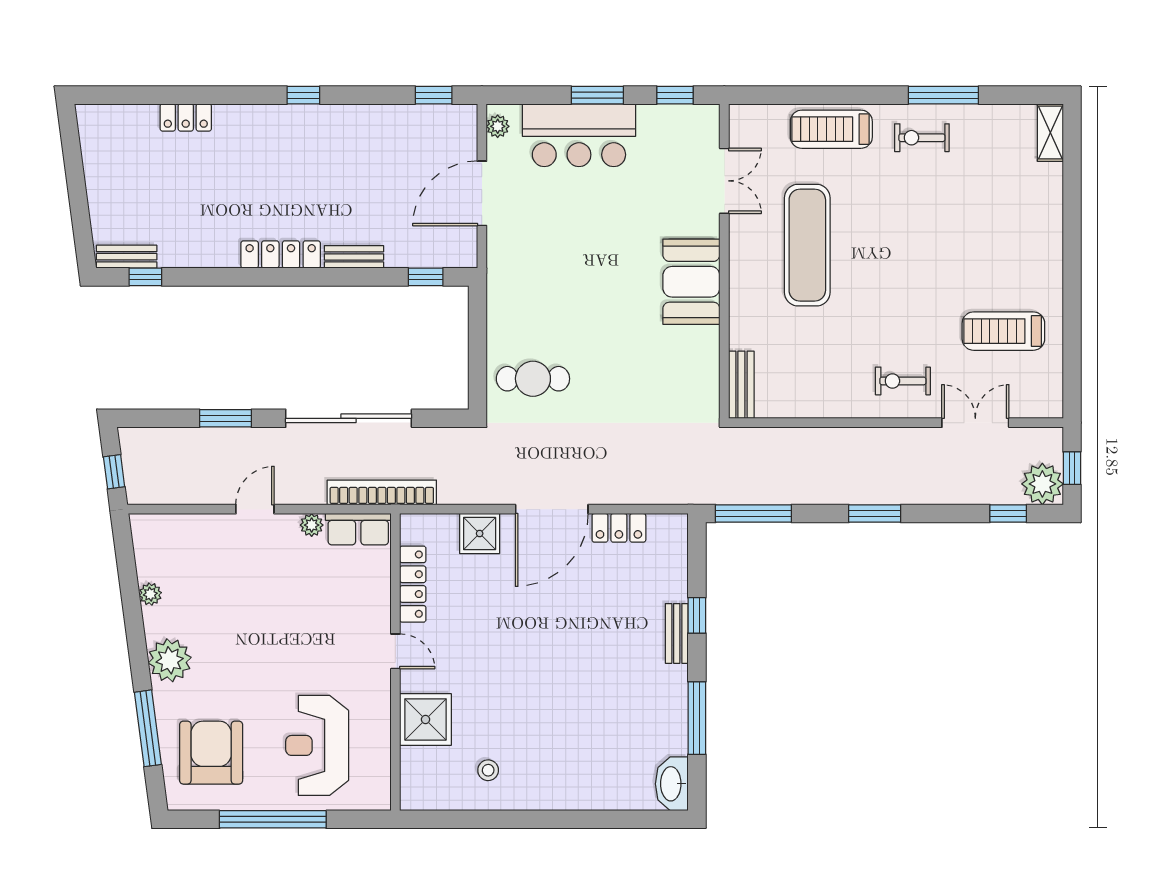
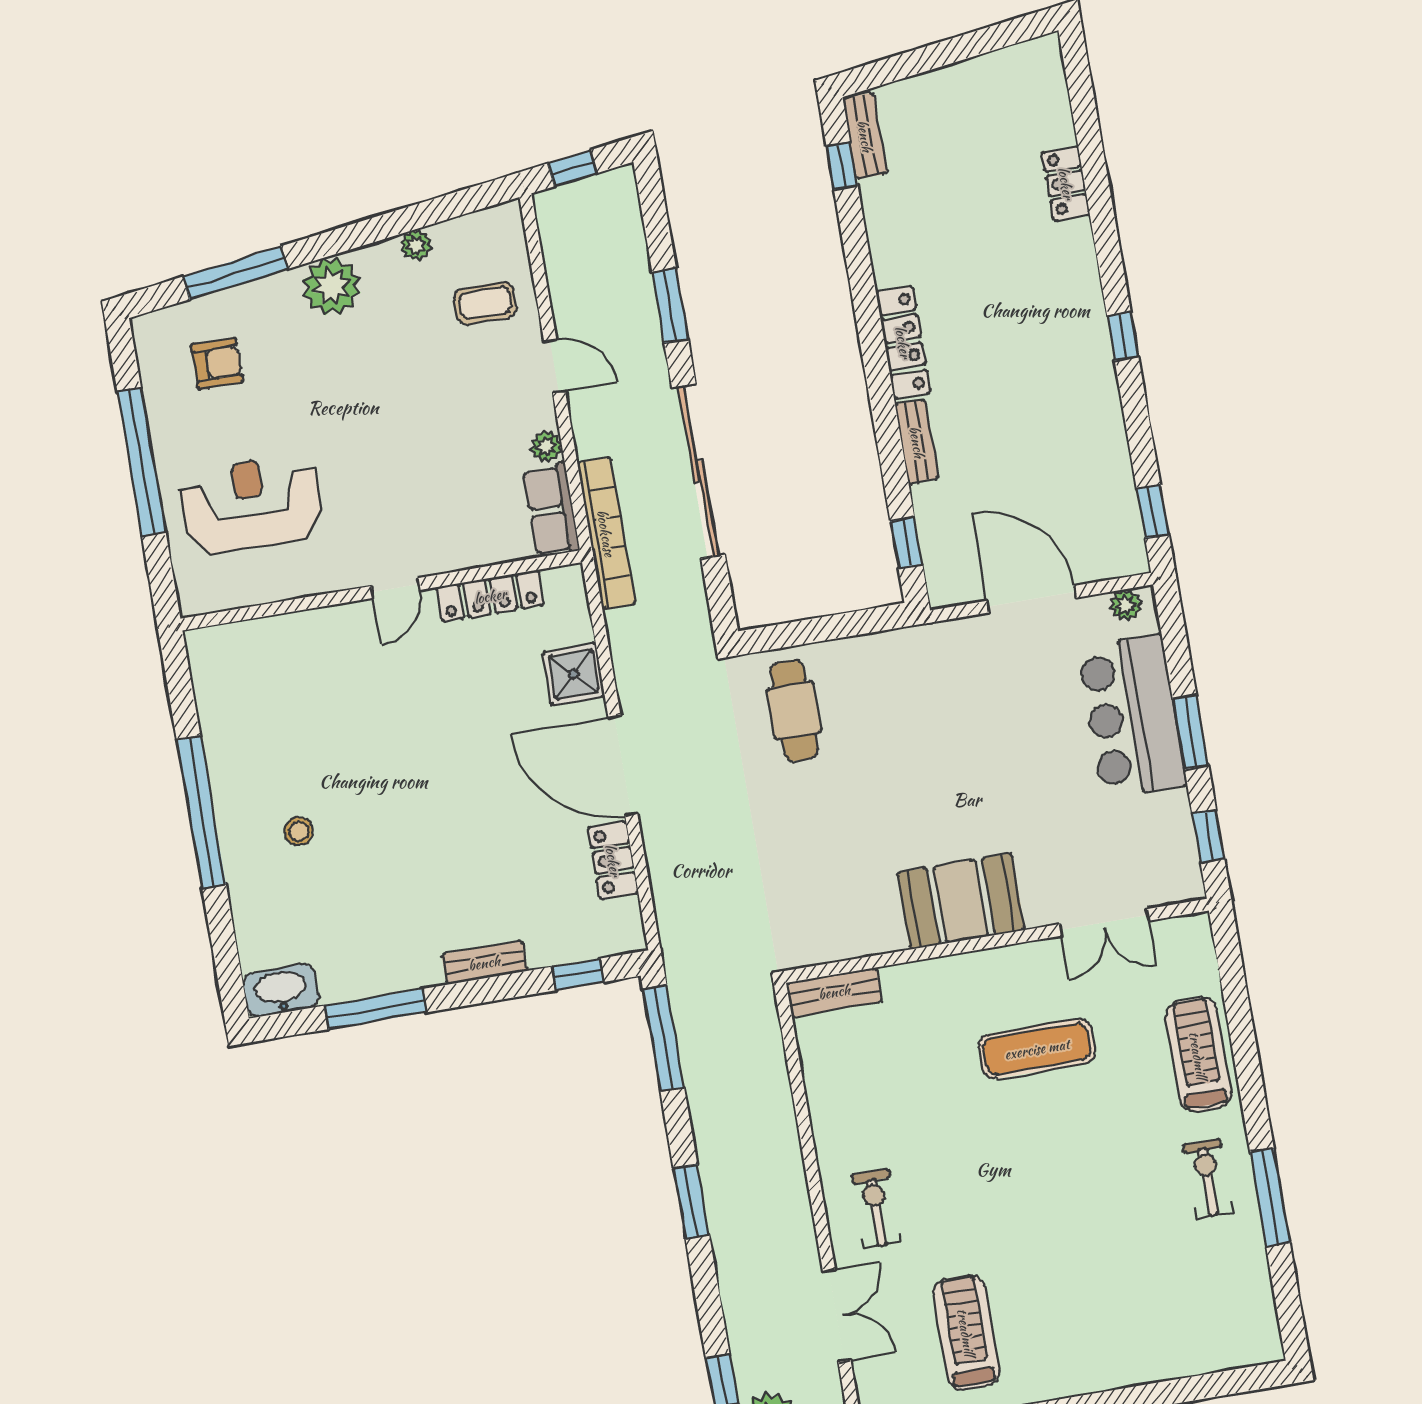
shelving: (1050, 133) -> (1244, 1350), removed
exercise mat: (807, 245) -> (1037, 1049), width x0.73, depth x0.69
coffee table: (201, 552) -> (485, 303), added
window: (697, 615) -> (578, 974), moved
shower: (425, 719) -> (311, 644), removed
armchair: (211, 753) -> (217, 363), width x0.53, depth x0.53
stool: (488, 770) -> (299, 831), moved
window: (533, 819) -> (201, 812), added

